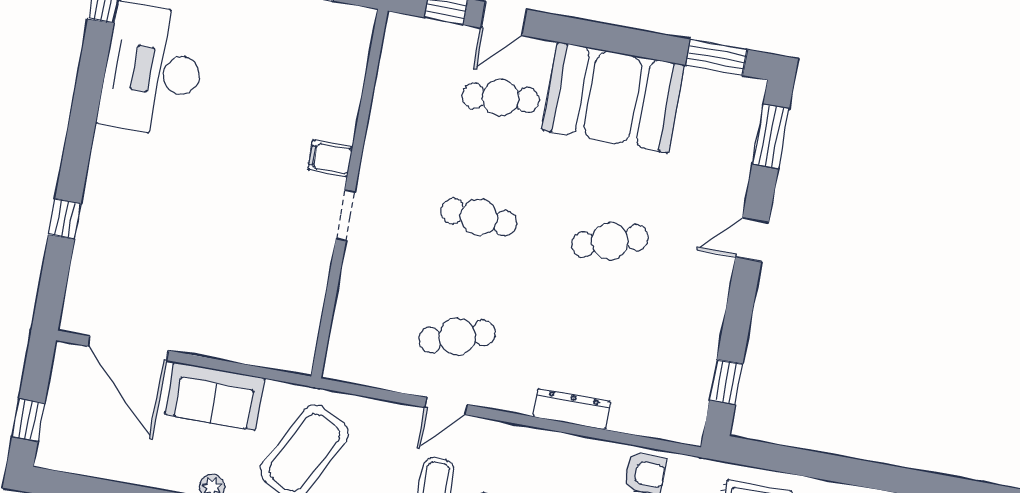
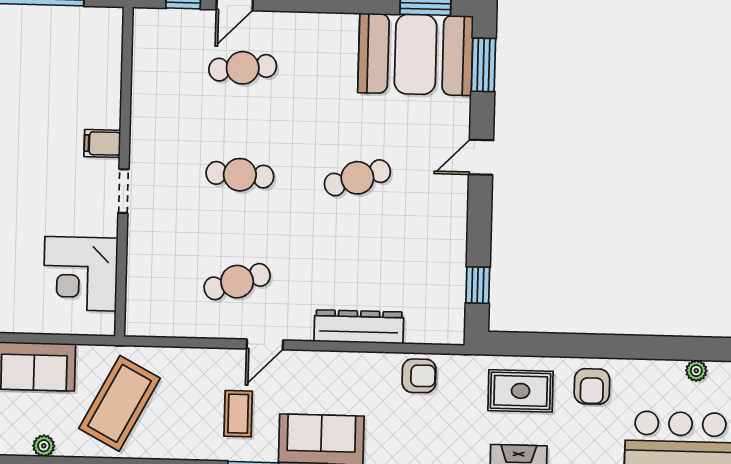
booth: (613, 97) -> (416, 54), moved
corner desk: (283, 300) -> (80, 274), added
door: (446, 406) -> (265, 344), moved
dresser: (572, 409) -> (359, 327), width x1.37, depth x1.24

